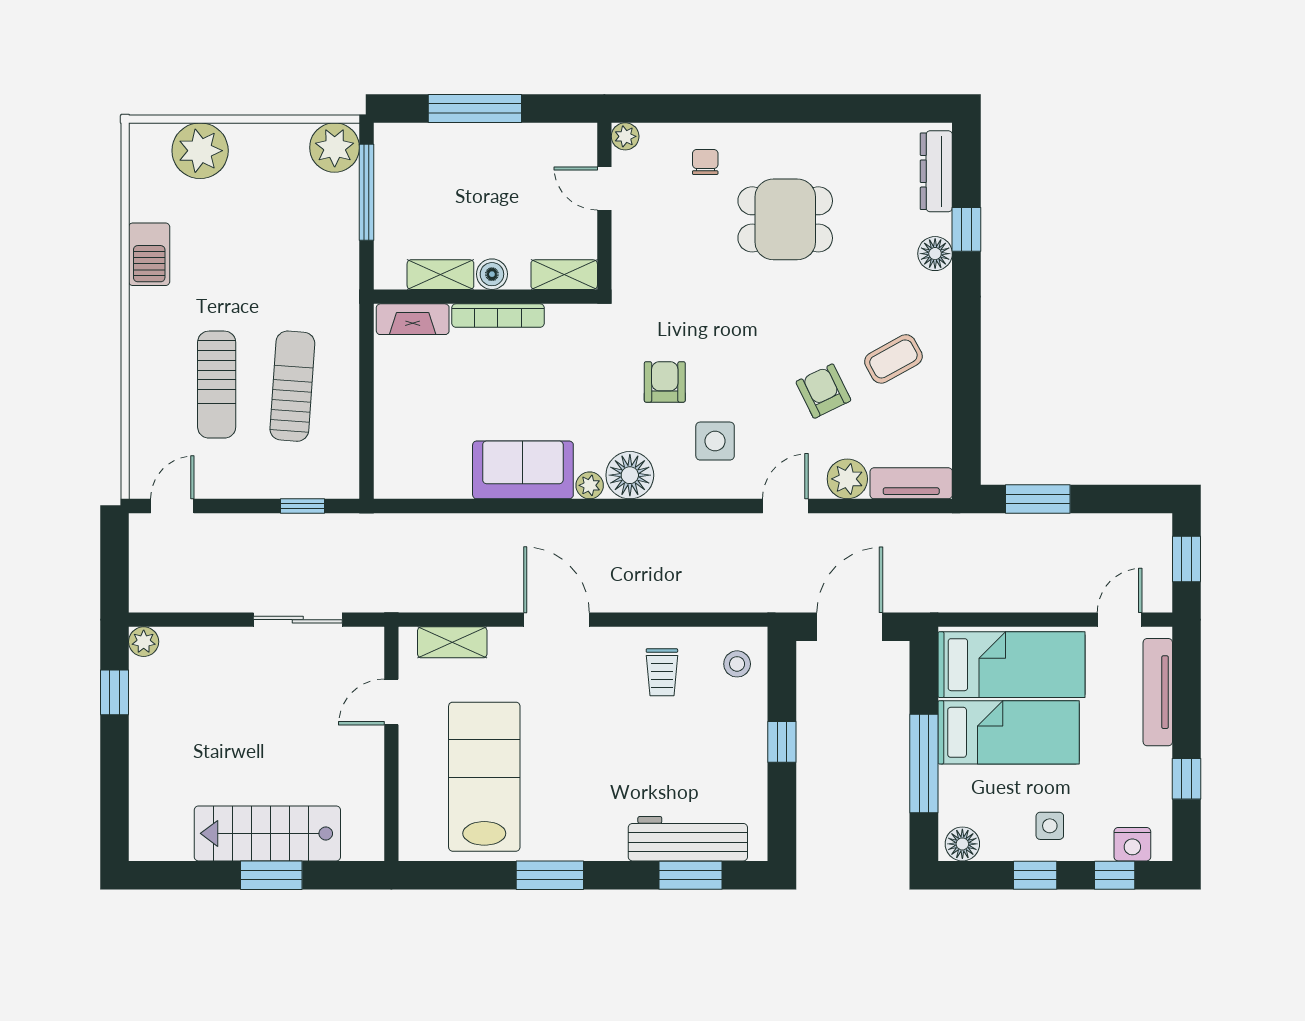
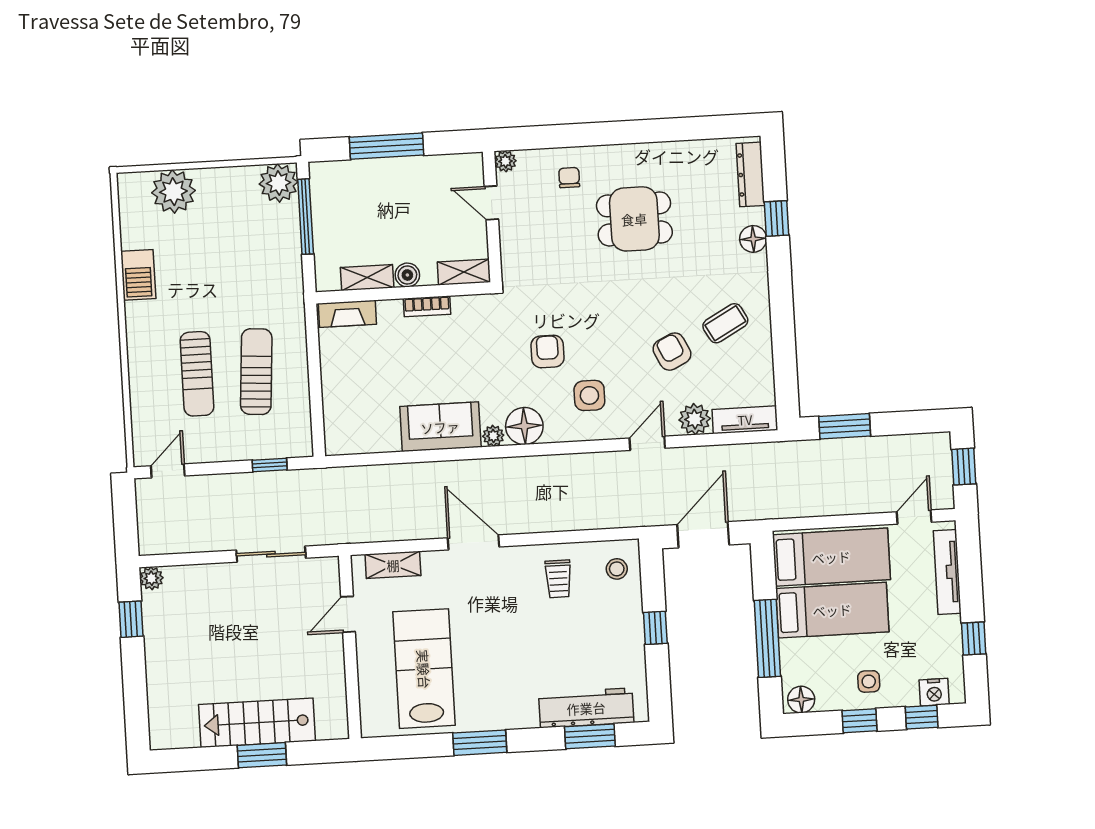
bookcase: (498, 316) -> (427, 306), width x0.64

